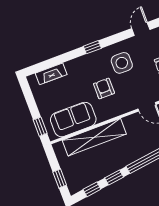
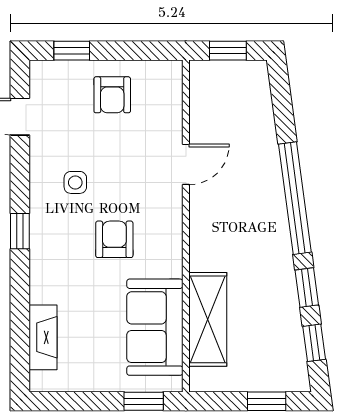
side table: (122, 63) -> (75, 182), width x0.54, depth x0.54
armchair: (104, 88) -> (114, 239), turned 90
shelving: (94, 137) -> (208, 319), width x0.68

